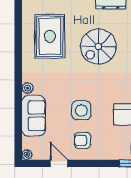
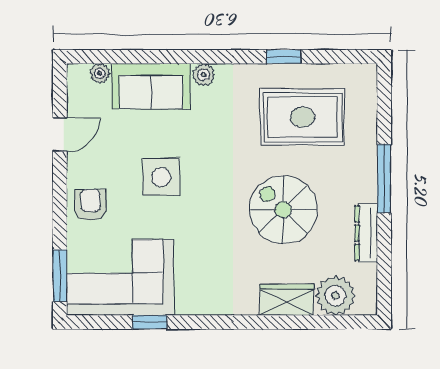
window: (18, 46) -> (284, 57), added
armchair: (83, 140) -> (90, 205), moved
plant: (27, 155) -> (100, 73), moved

